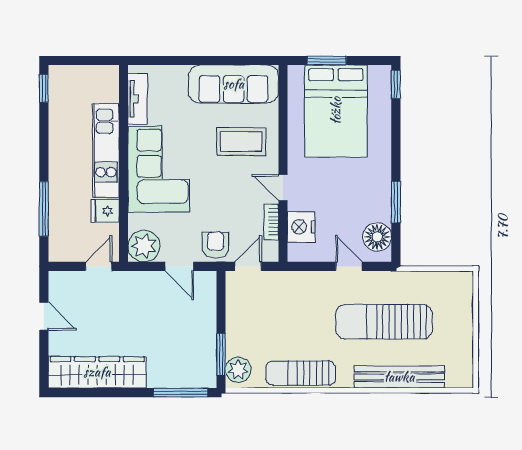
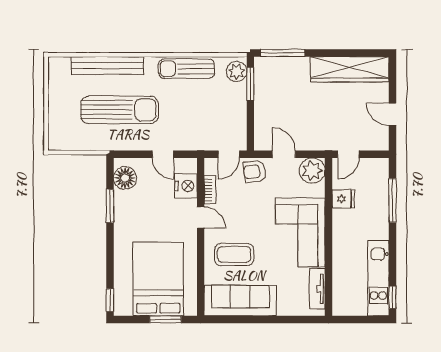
kitchen unit: (106, 150) -> (378, 278), moved, turned 180
armchair: (216, 245) -> (255, 171), turned 83
door: (349, 266) -> (163, 154), moved
sun lounger: (301, 373) -> (186, 69), turned 180

